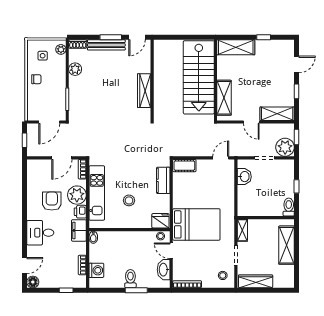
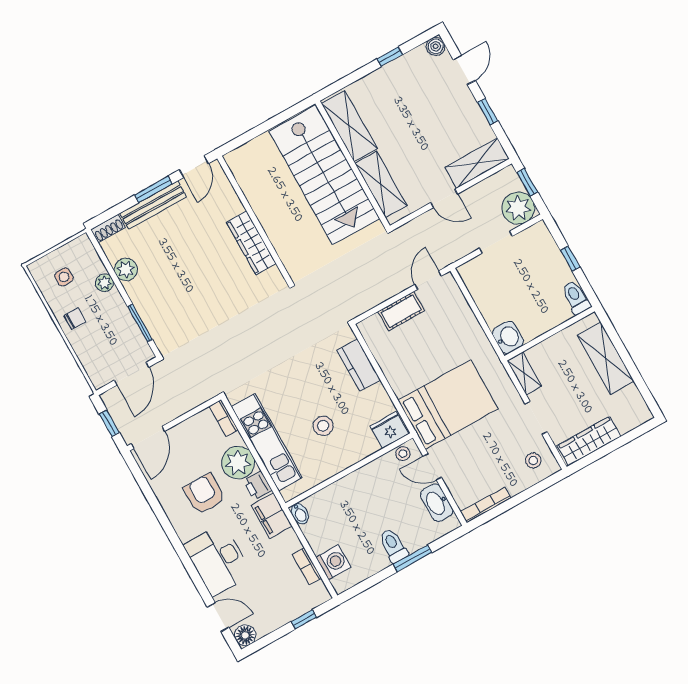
boiler: (289, 45) -> (436, 46), added
shelving: (236, 47) -> (349, 126), moved, turned 90
plant: (61, 49) -> (104, 283), moved
door: (62, 158) -> (148, 438), moved
cot: (184, 166) -> (401, 311), moved
washbasin: (244, 177) -> (508, 337), moved
desk: (40, 233) -> (218, 560), width x1.37
door: (25, 266) -> (218, 617), hinge flipped

